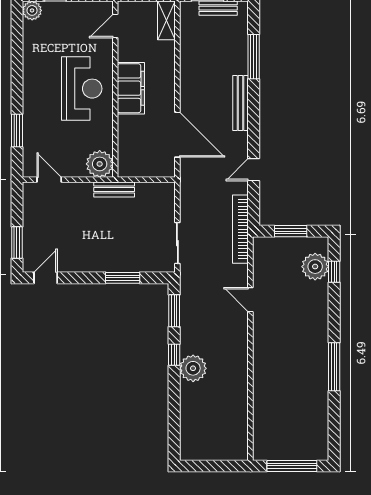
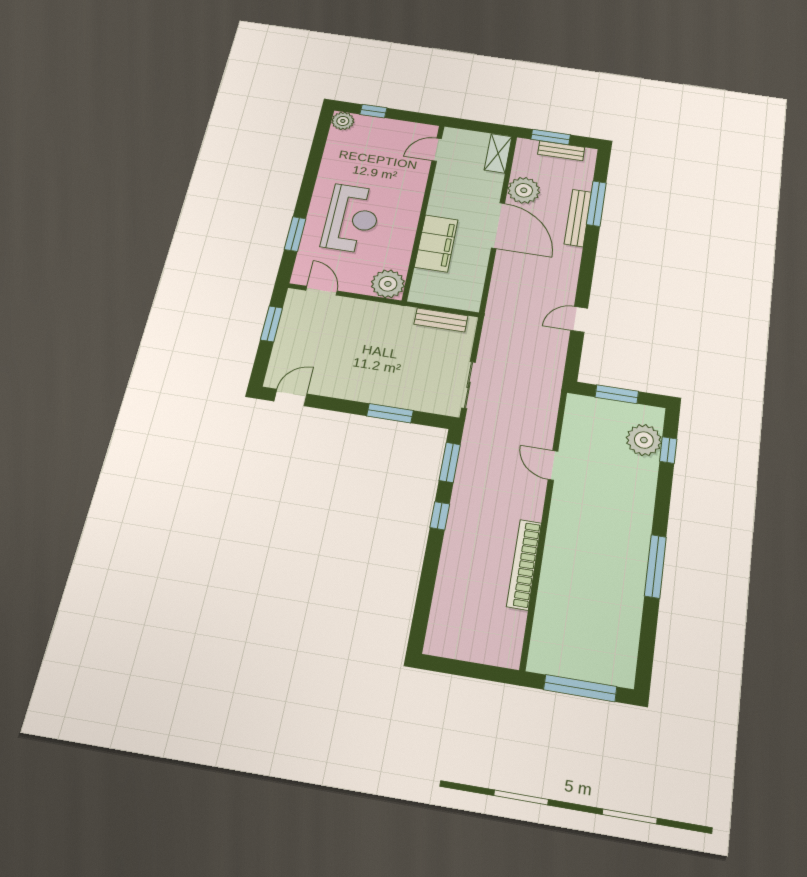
filing cabinet: (131, 88) -> (436, 243), moved
reception desk: (82, 89) -> (352, 219), moved
bench: (241, 103) -> (578, 218), moved
door: (177, 135) -> (498, 225), moved
bench: (114, 189) -> (441, 320), moved
bookcase: (240, 229) -> (524, 564), moved
window: (17, 242) -> (272, 324), moved
plant: (193, 368) -> (524, 190), moved

